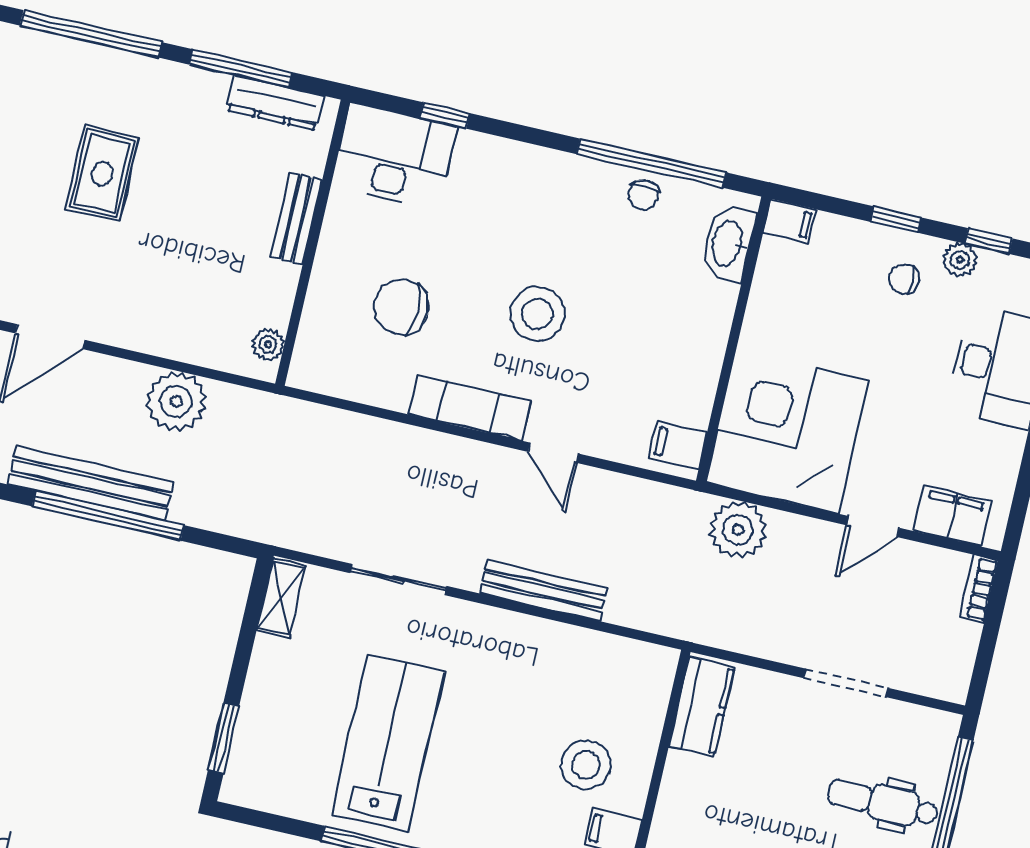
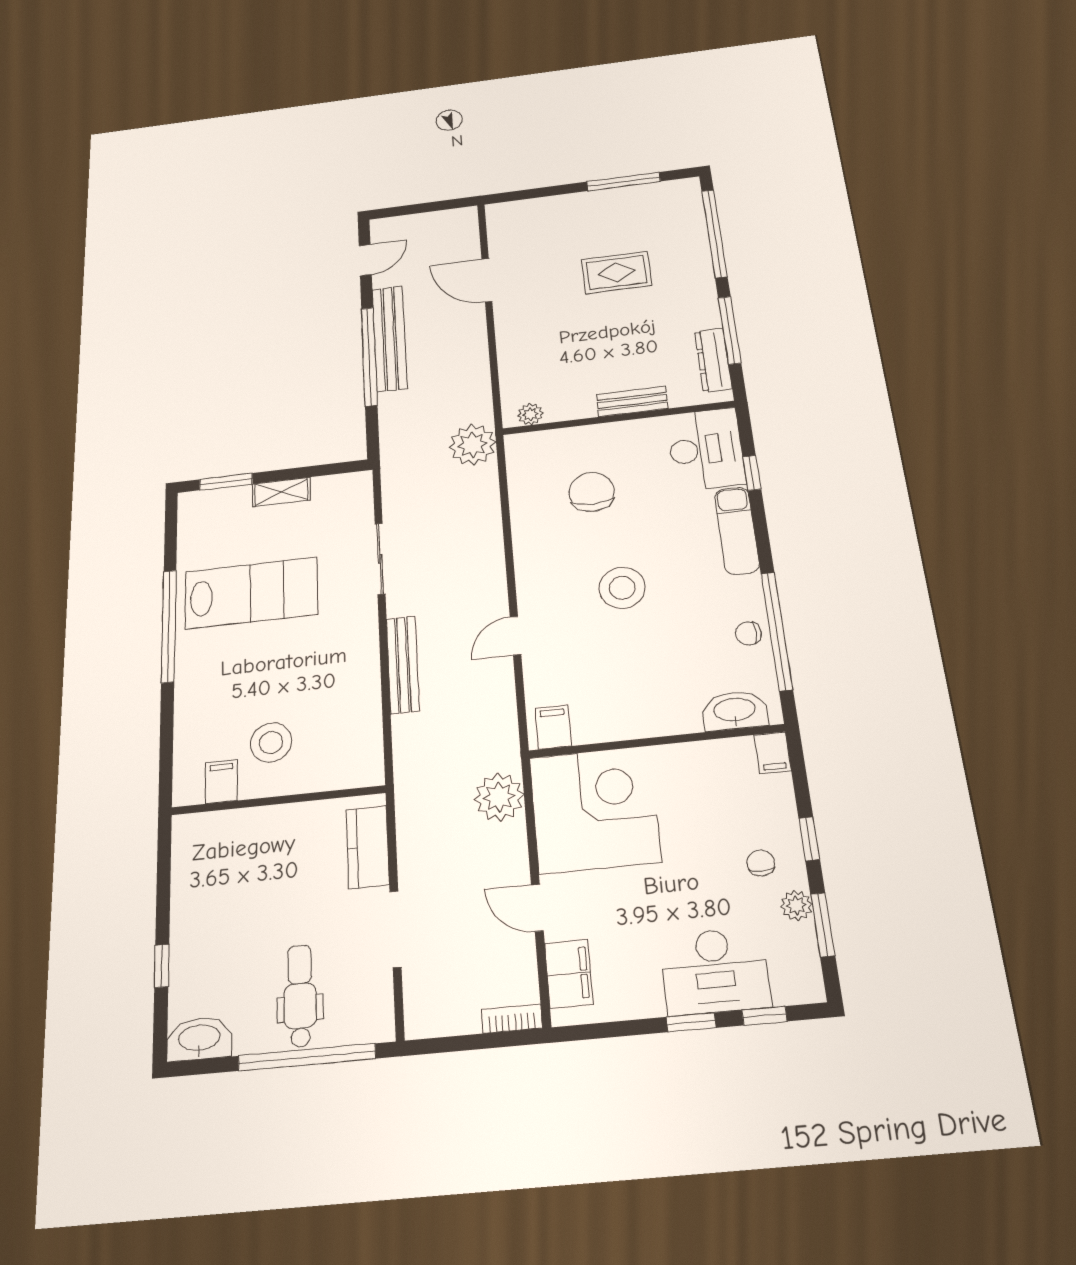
window: (989, 241) -> (823, 925), width x1.50
plant: (176, 401) -> (473, 445), moved
exam couch: (469, 408) -> (737, 530), moved, turned 180
shelving: (281, 598) -> (281, 492), moved
kitchen counter: (702, 707) -> (368, 847), moved, turned 90

